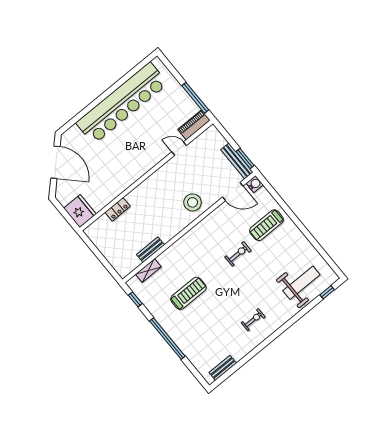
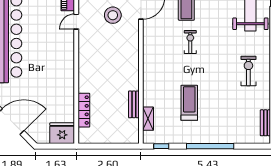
stool: (193, 202) -> (113, 15), moved
locker: (118, 209) -> (84, 110), width x1.53
exercise bike: (253, 320) -> (248, 71), width x1.38, depth x1.39

